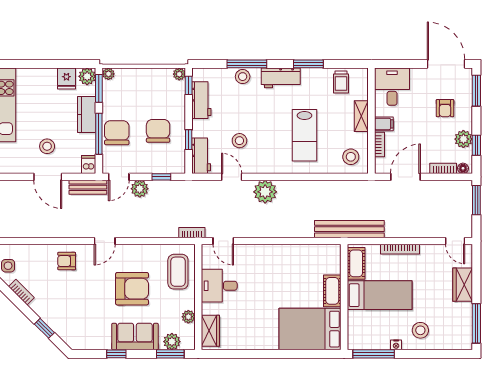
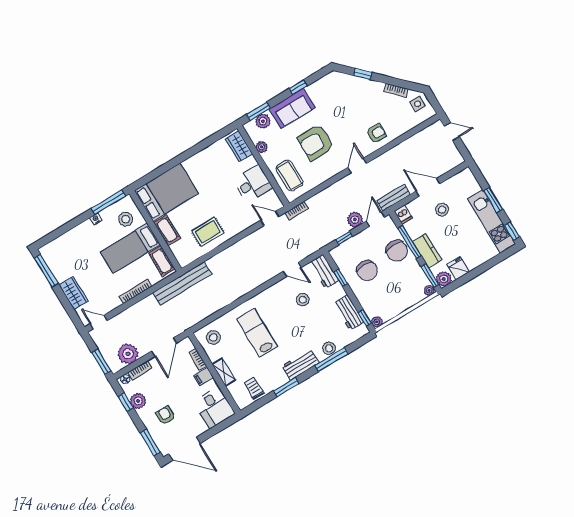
plant: (265, 192) -> (128, 354), moved
rug: (293, 265) -> (208, 232), added
stool: (420, 330) -> (126, 219), moved

